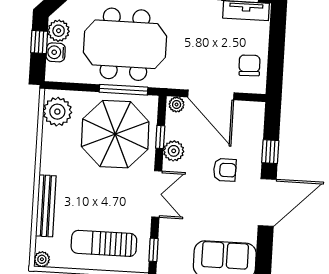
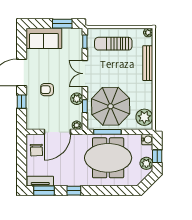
water cooler: (56, 52) -> (147, 139), moved
door: (211, 95) -> (57, 132), swing flipped
sun lounger: (104, 243) -> (113, 44), turned 180

